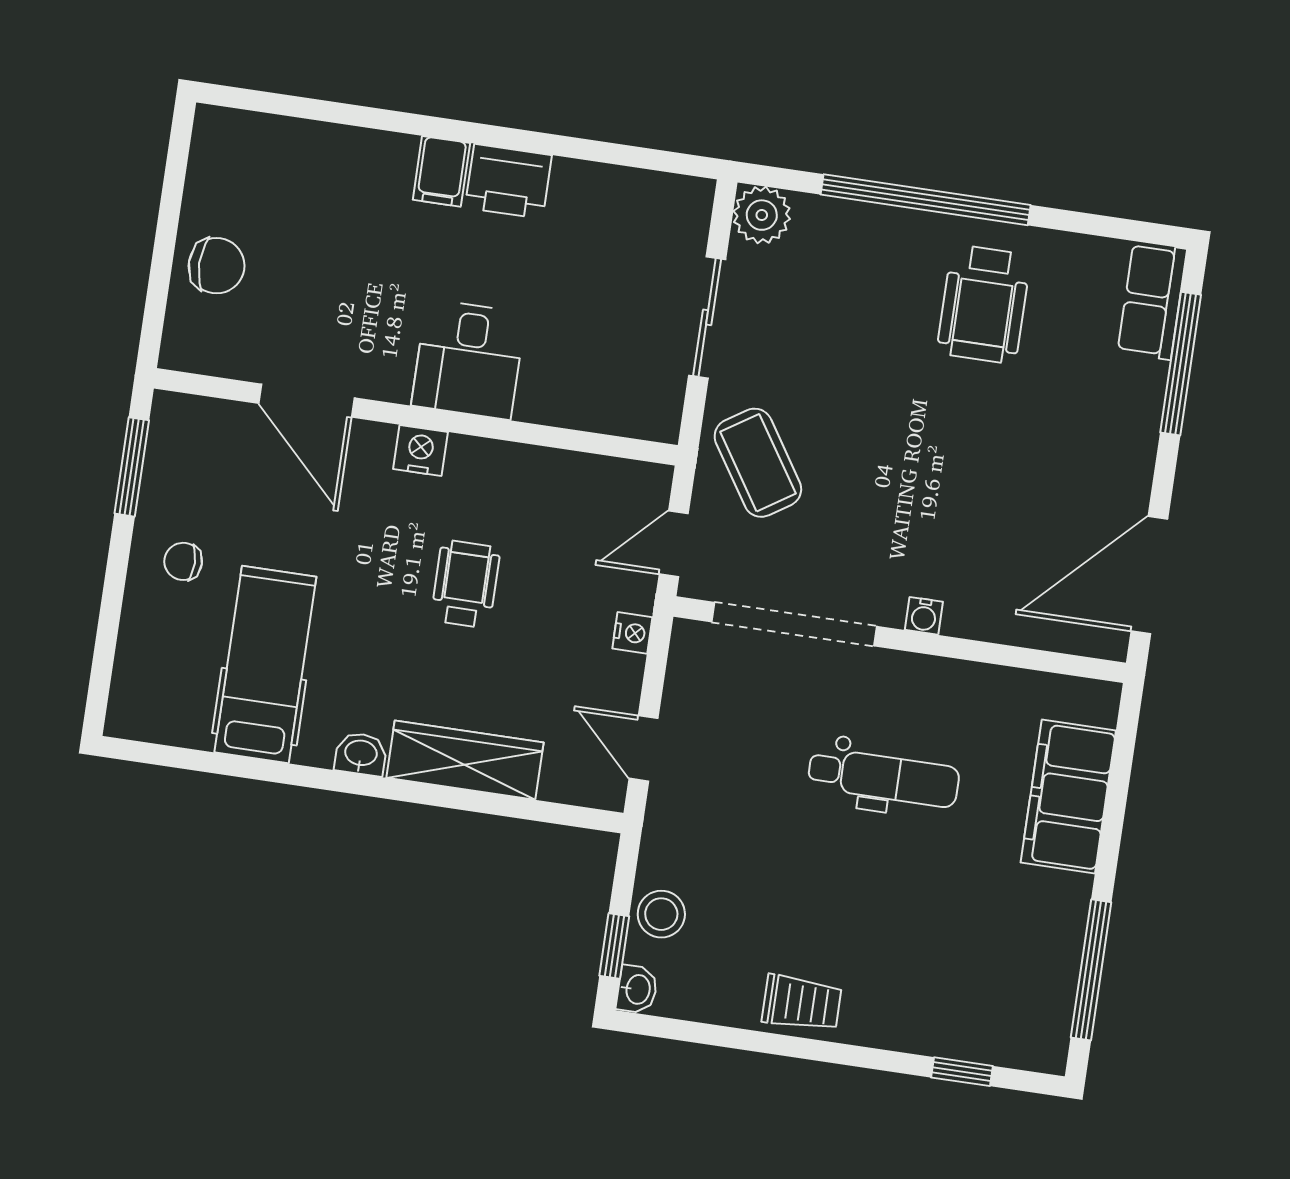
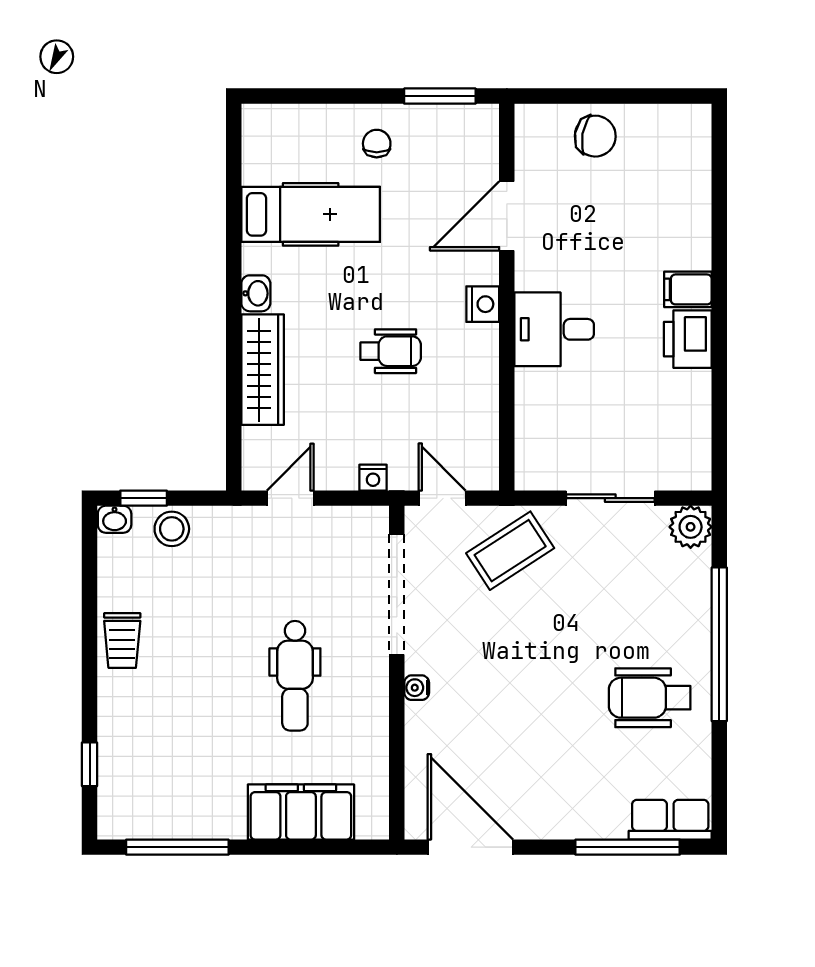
chair: (217, 266) -> (595, 136), turned -80

